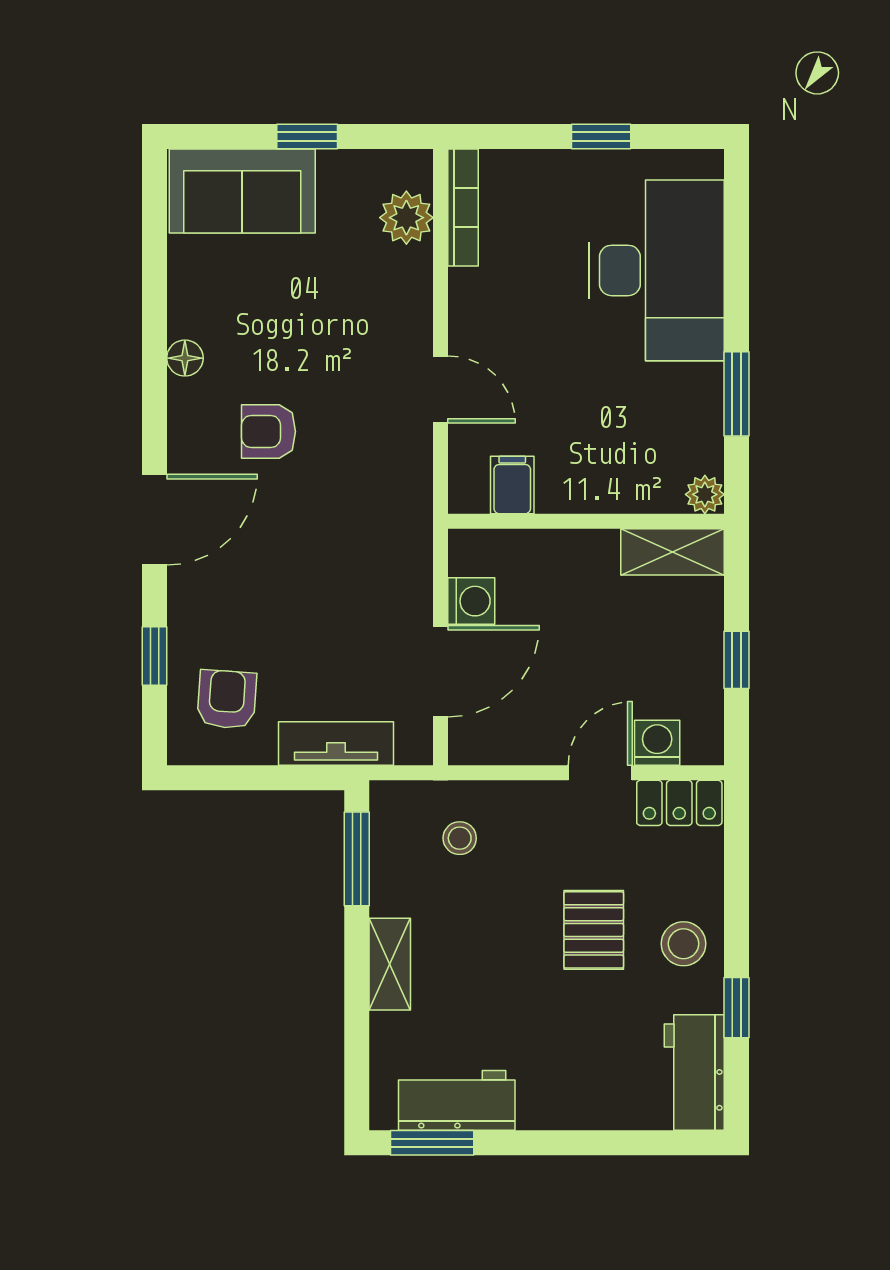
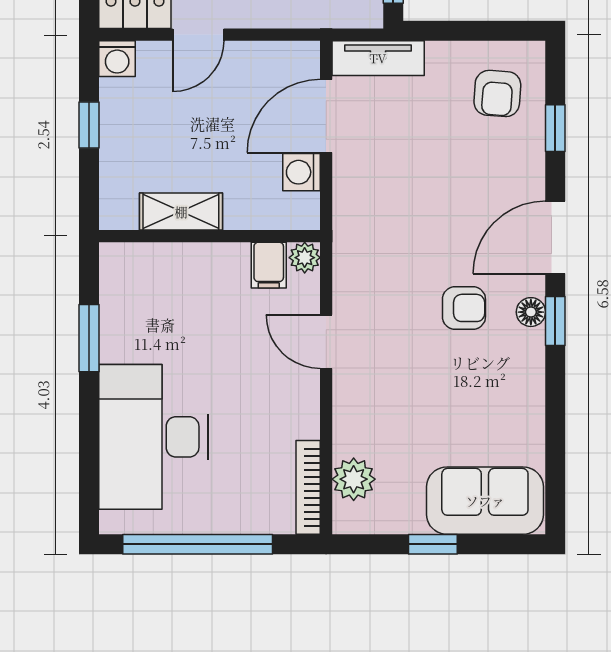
window: (601, 136) -> (198, 544), width x3.17
floor lamp: (185, 358) -> (531, 312), moved
window: (154, 415) -> (555, 321), added
plant: (705, 494) -> (305, 258), moved
shelving: (673, 552) -> (181, 212), moved
tv unit: (336, 743) -> (378, 58), moved
washing machine: (657, 743) -> (117, 59), moved

